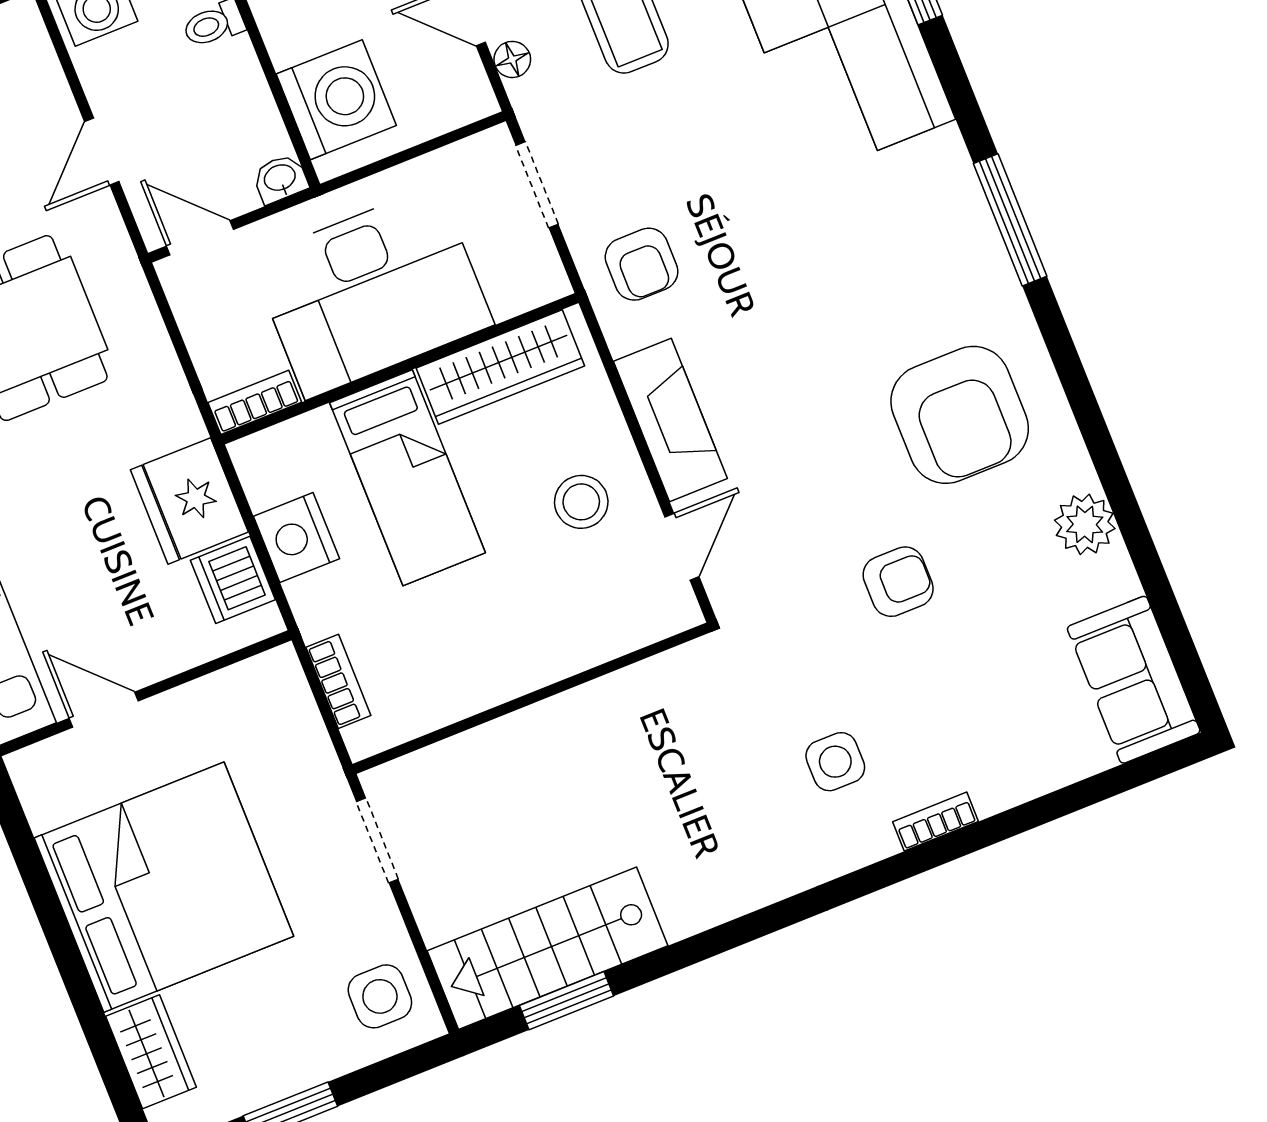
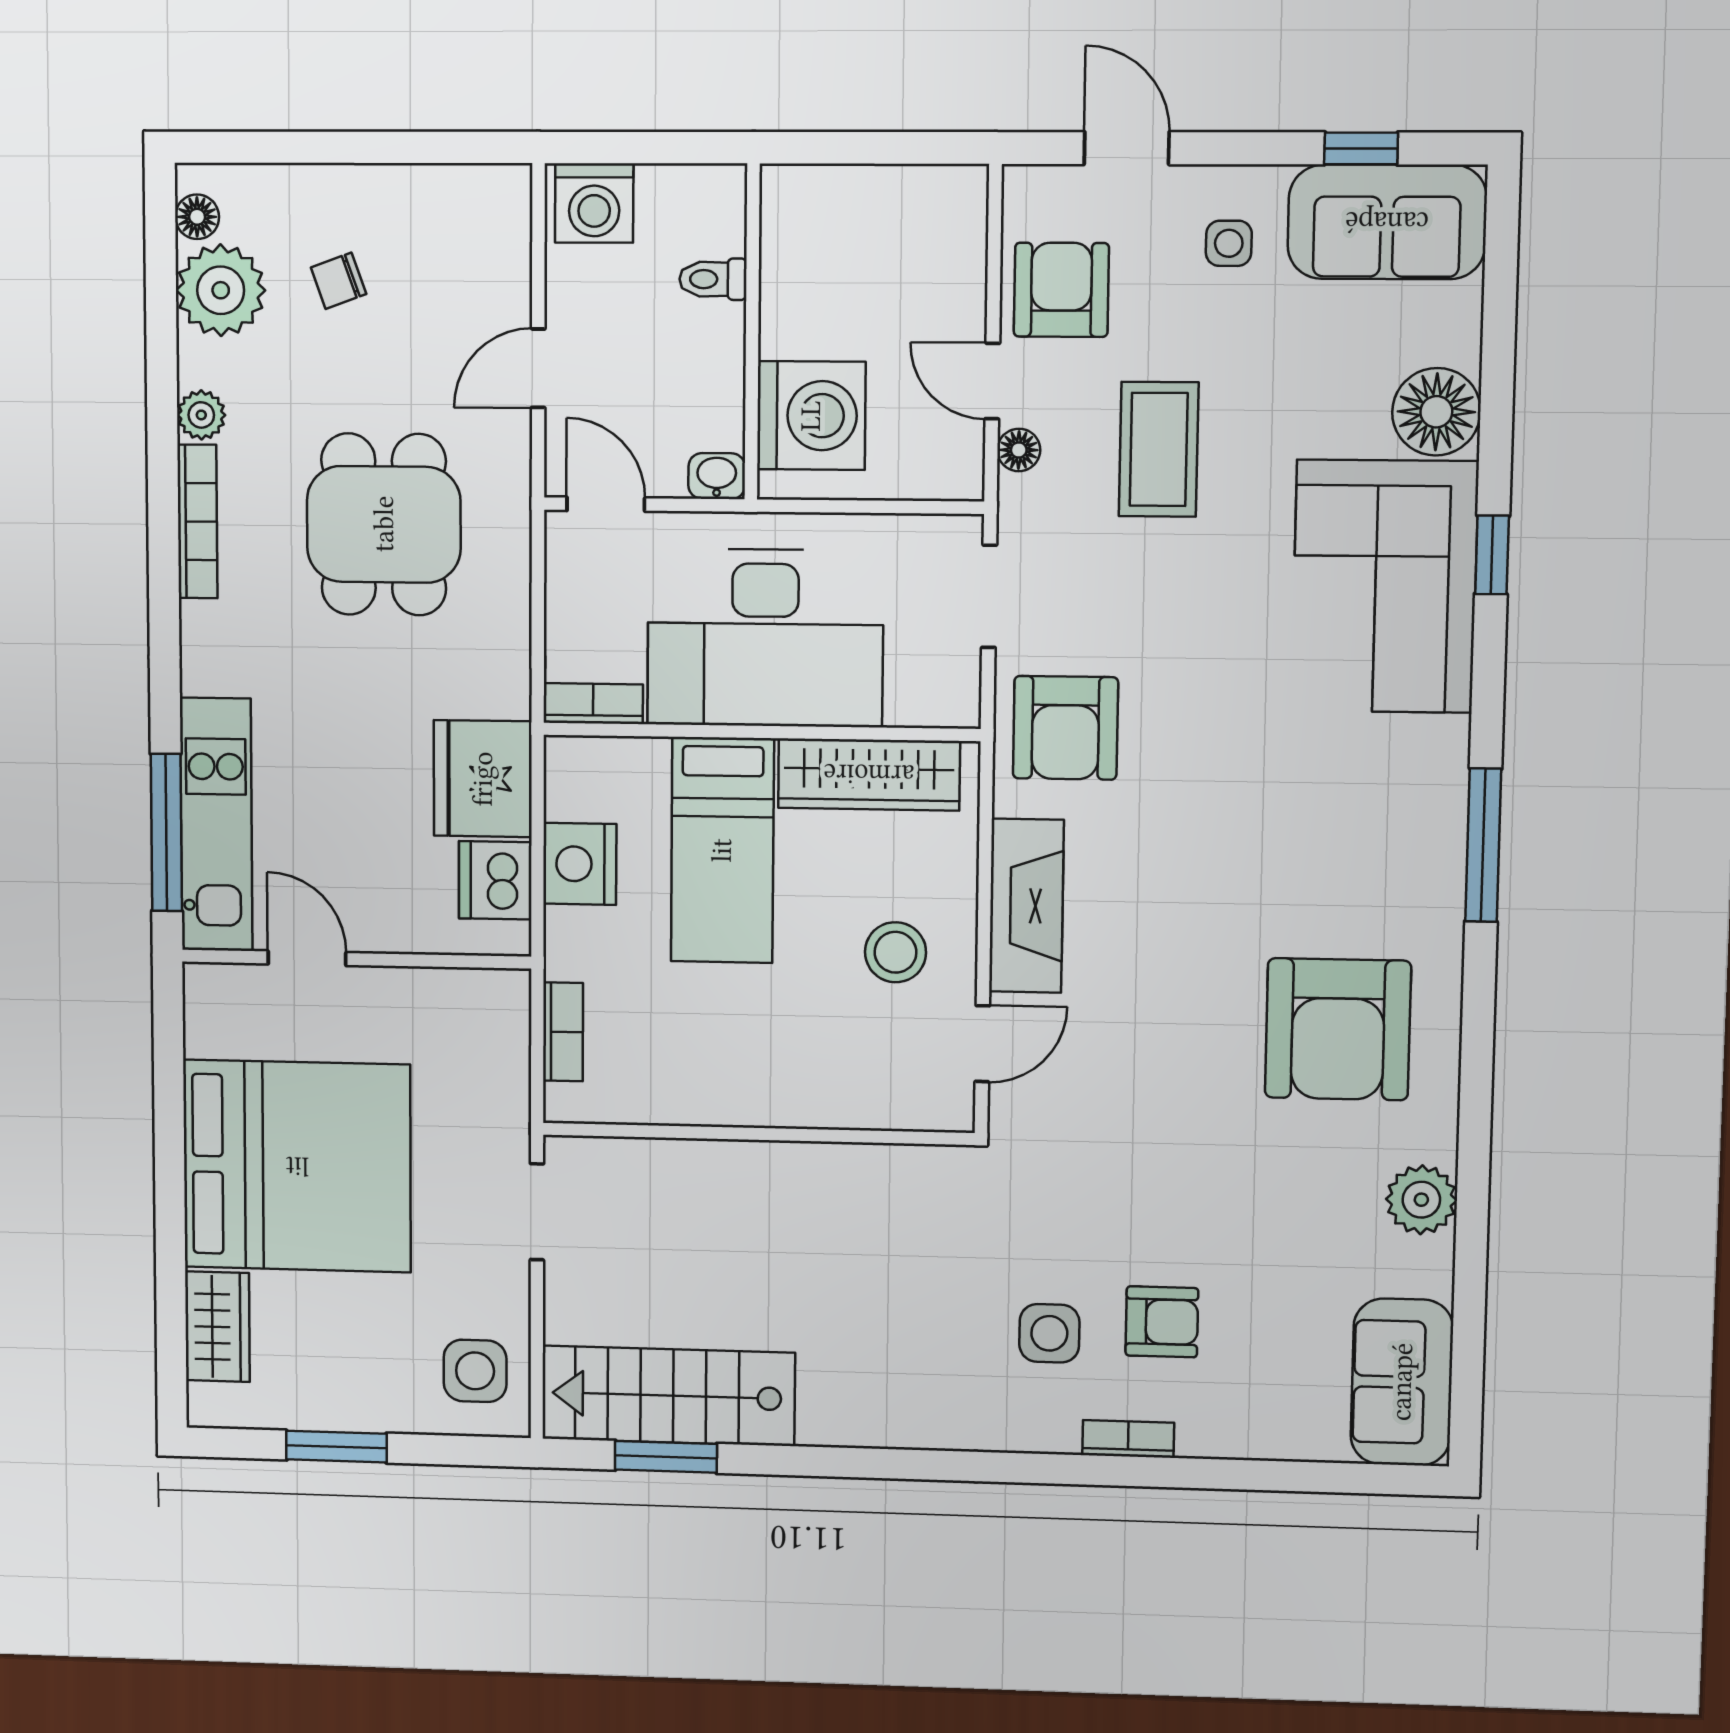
armchair: (642, 264) -> (1065, 728), width x1.38, depth x1.38
armchair: (898, 582) -> (1162, 1322), moved

